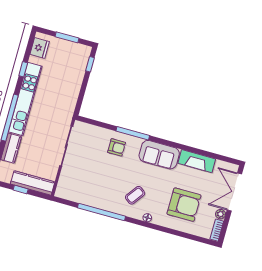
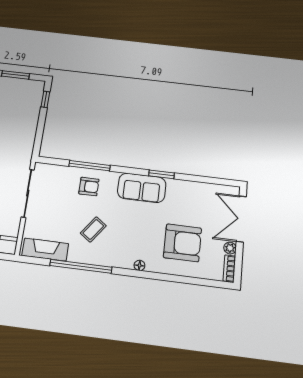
window: (133, 133) -> (89, 166), moved
window: (177, 145) -> (161, 174), added
fireplace: (197, 161) -> (45, 250), moved, turned 180
coffee table: (135, 195) -> (93, 229), moved

